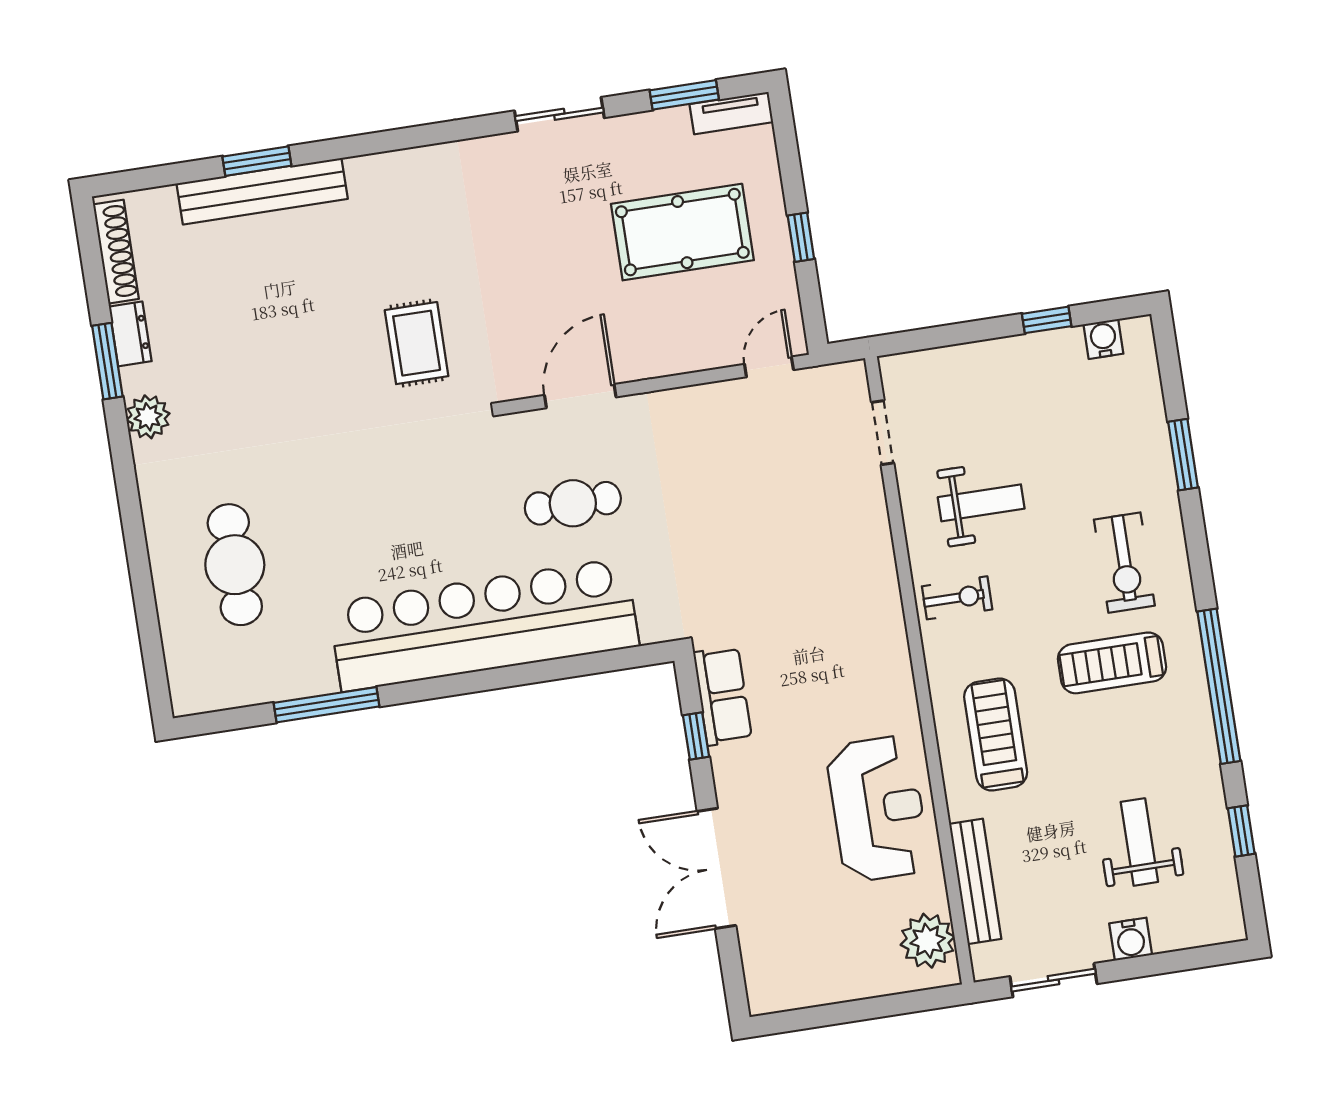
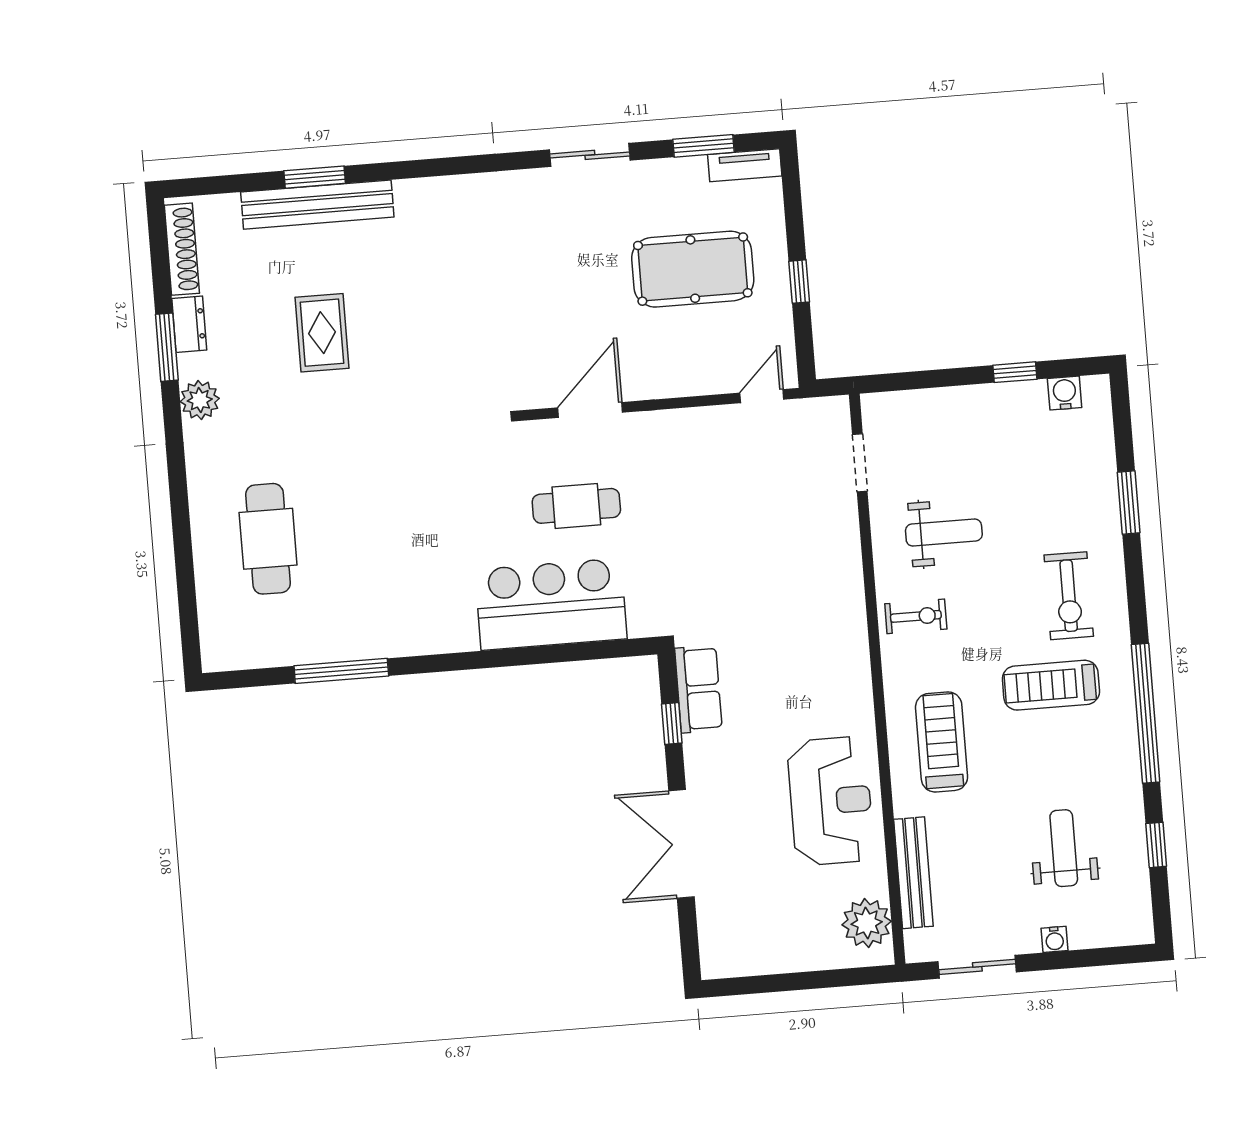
rug: (417, 343) -> (322, 333), moved
bar counter: (484, 625) -> (551, 604), width x0.54
water cooler: (1131, 939) -> (1055, 939), width x0.72, depth x0.72

